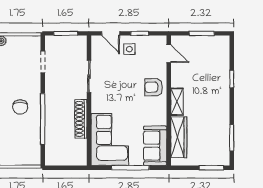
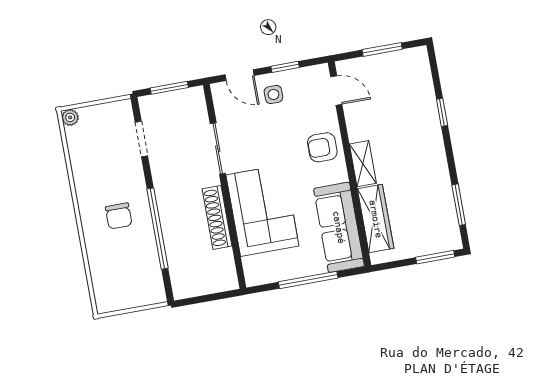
corner sofa: (110, 140) -> (262, 210), moved
sofa: (155, 146) -> (339, 227), width x1.36

